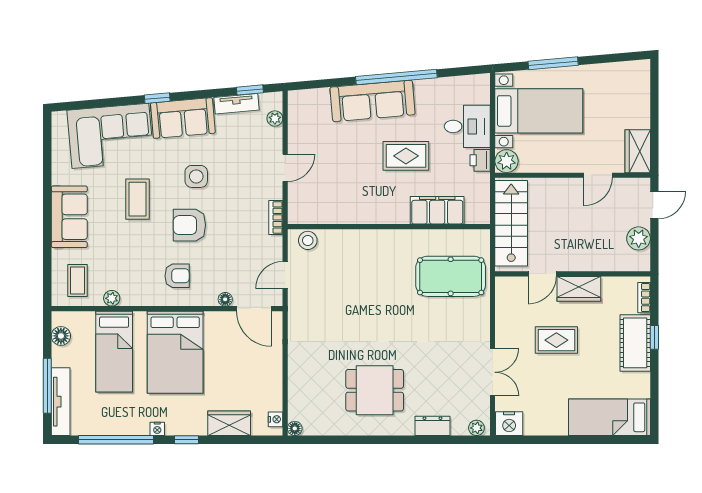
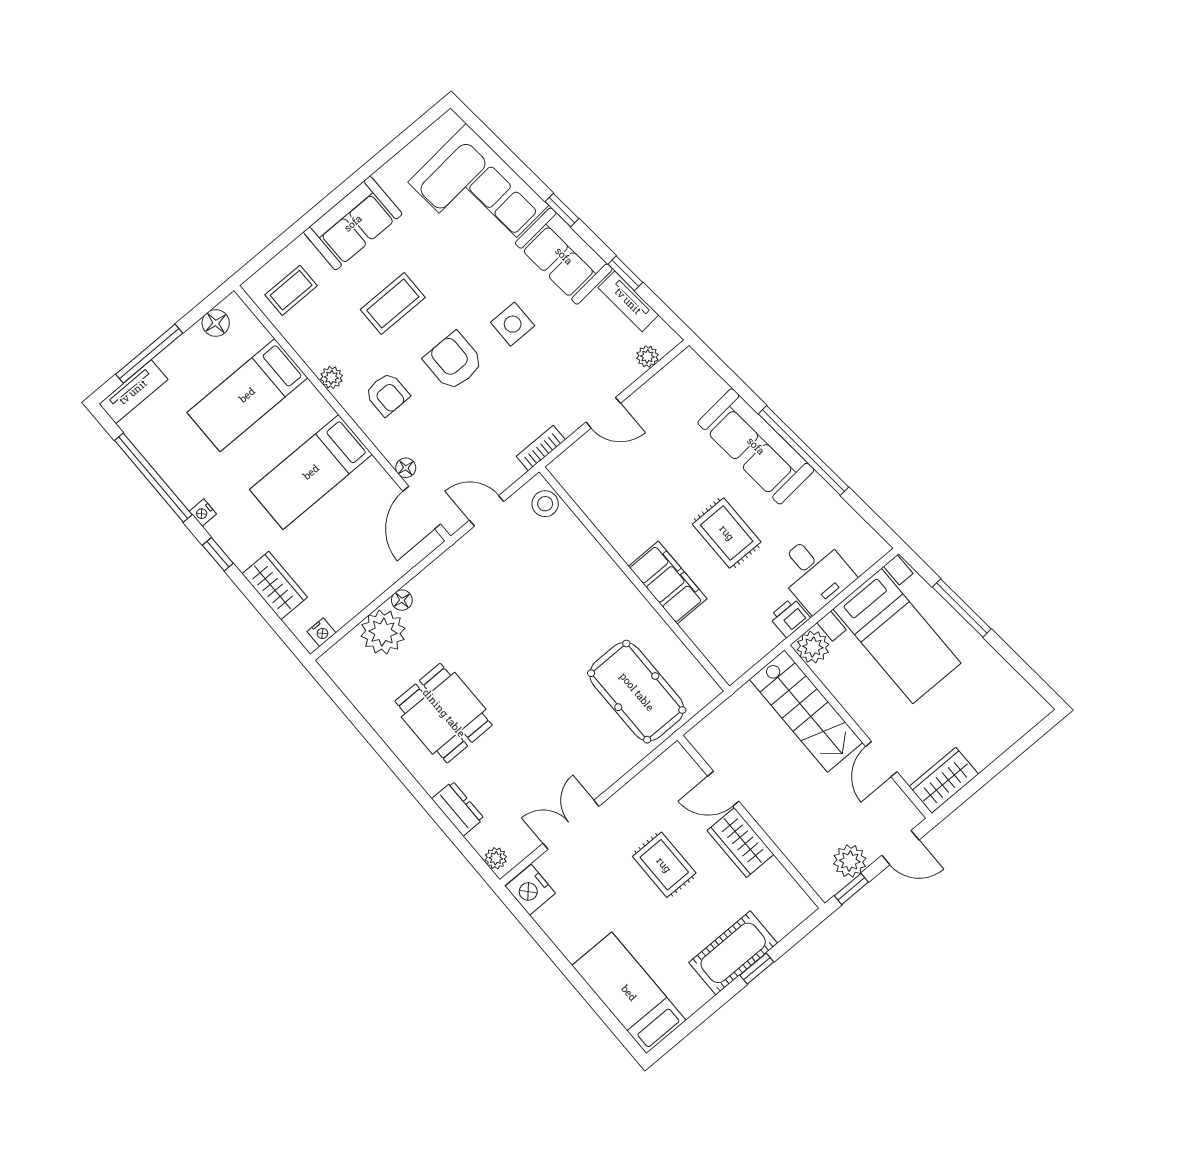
window: (250, 90) -> (625, 273), moved
door: (598, 175) -> (881, 759), hinge flipped
coffee table: (138, 199) -> (393, 303), moved
filing cabinet: (437, 210) -> (668, 583), moved
stairs: (511, 223) -> (806, 711), moved, turned 90
window: (654, 250) -> (851, 889), added
plant: (112, 298) -> (331, 377), moved
bookcase: (644, 298) -> (791, 921), removed
bed: (175, 352) -> (311, 472), width x0.67
double door: (493, 372) -> (571, 825), swing flipped
plant: (303, 386) -> (383, 632), added
tv unit: (61, 402) -> (133, 392), width x0.71
floor lamp: (295, 428) -> (402, 600), moved

